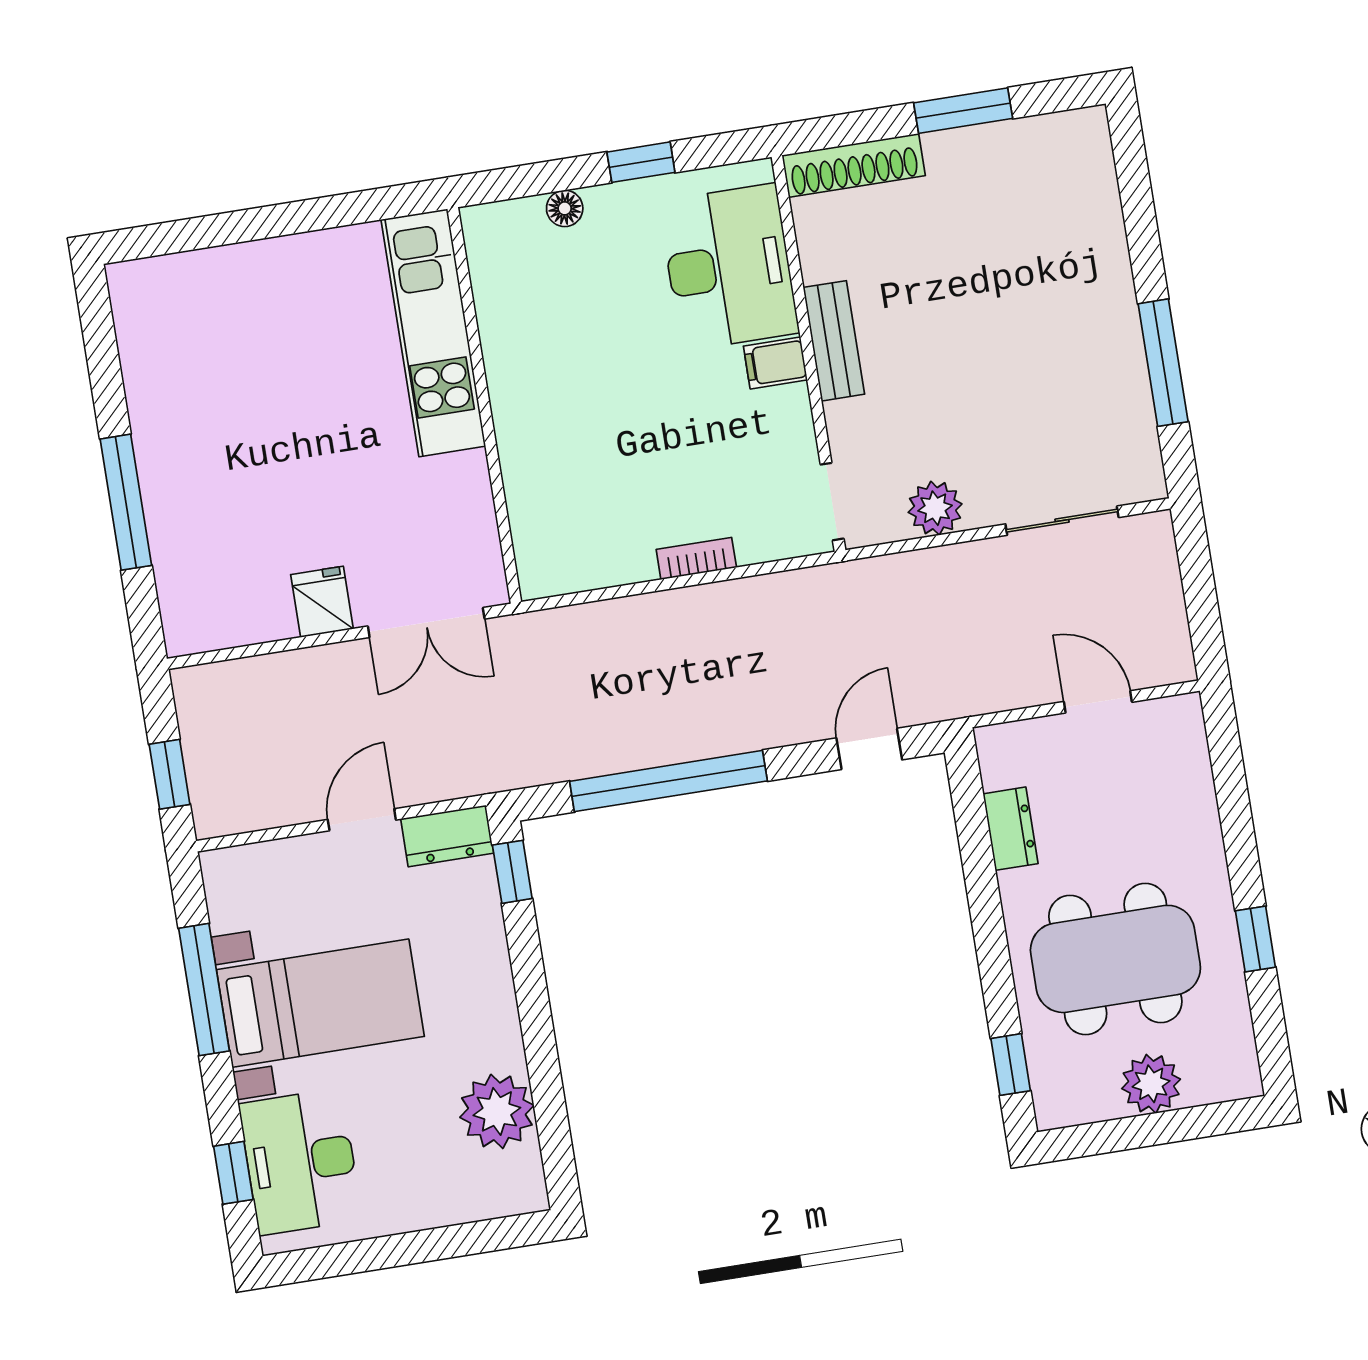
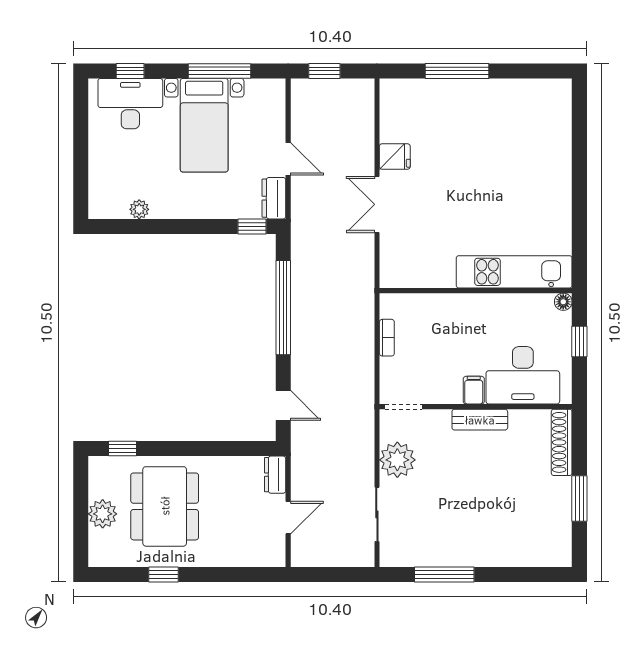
kitchen unit: (433, 333) -> (514, 272), moved
wall: (484, 405) -> (476, 291), moved
plant: (935, 508) -> (397, 460), width x1.36, depth x1.36
dresser: (1011, 829) -> (275, 475), moved, turned 90
plant: (497, 1111) -> (139, 209), width x0.53, depth x0.53

